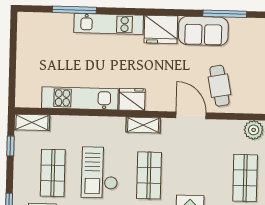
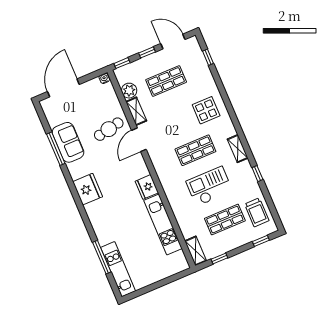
kitchen unit: (109, 24) -> (118, 269), moved
sofa: (203, 31) -> (68, 142), moved
shelving: (143, 125) -> (136, 111), moved
checkout: (100, 172) -> (209, 186), turned 180

